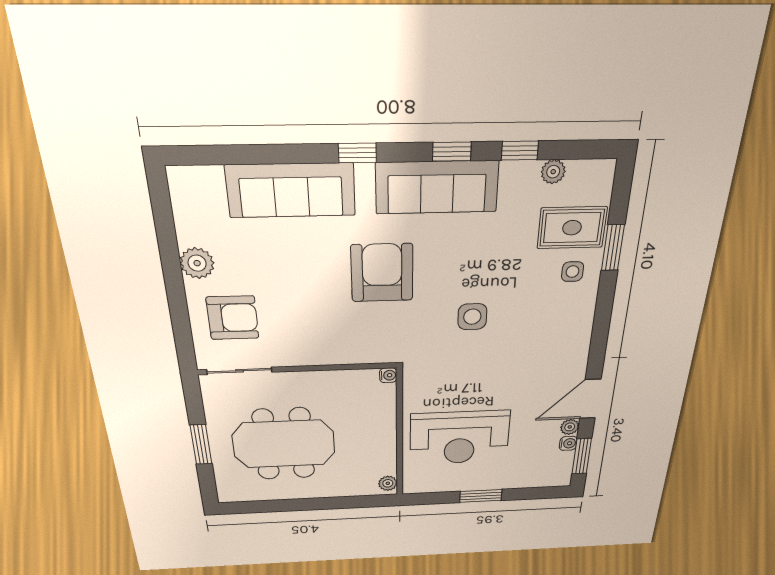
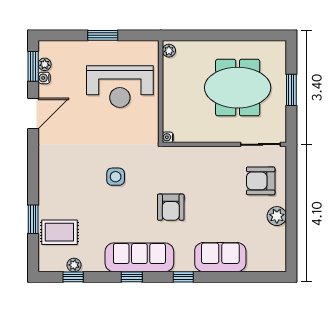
window: (520, 151) -> (73, 277), moved
sofa: (291, 190) -> (220, 257), width x0.73
side table: (572, 272) -> (56, 205), removed
armchair: (382, 273) -> (171, 207), width x0.73, depth x0.73
plant: (570, 427) -> (45, 64), moved
reception desk: (460, 438) -> (120, 87), turned 180

